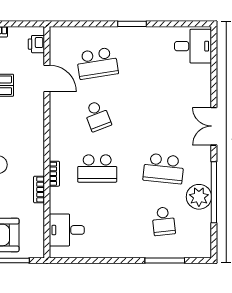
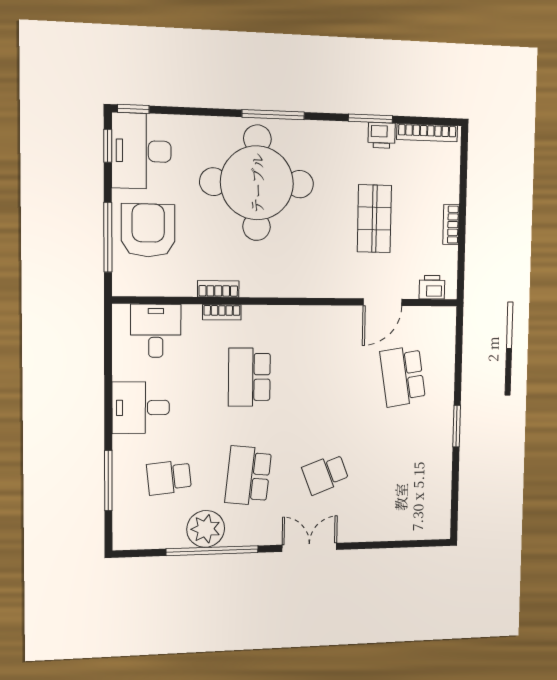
desk: (193, 46) -> (141, 408), moved, turned 90
school desk: (97, 116) -> (325, 474), moved
bookcase: (54, 174) -> (222, 312), moved

